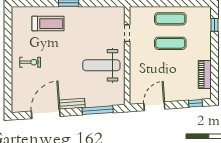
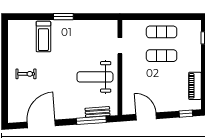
treadmill: (48, 24) -> (43, 37), turned 90
bench: (72, 104) -> (98, 112), moved
door: (154, 106) -> (146, 116), hinge flipped

